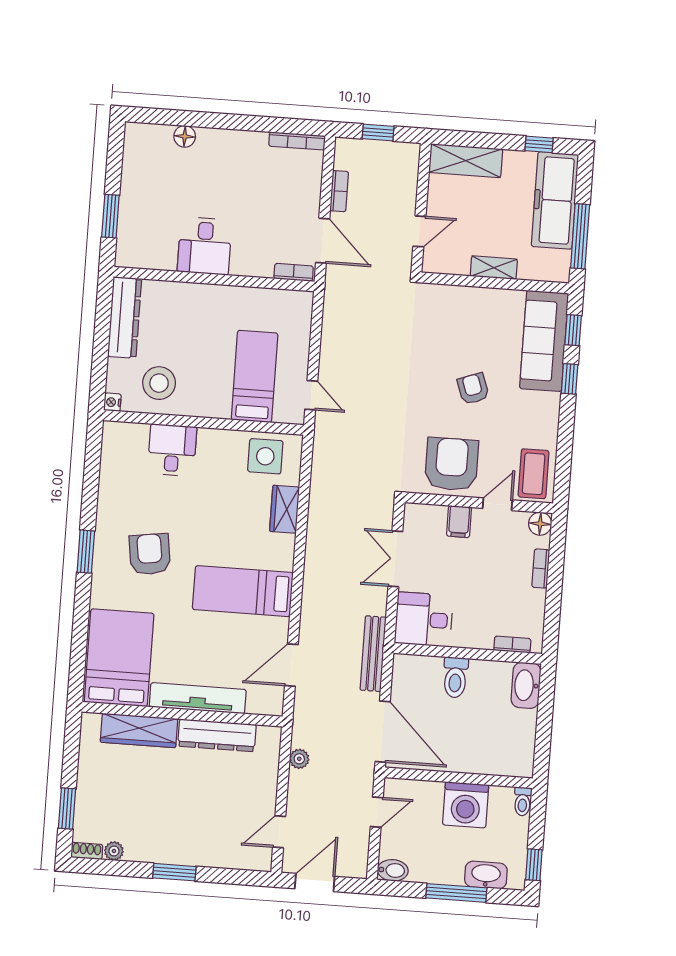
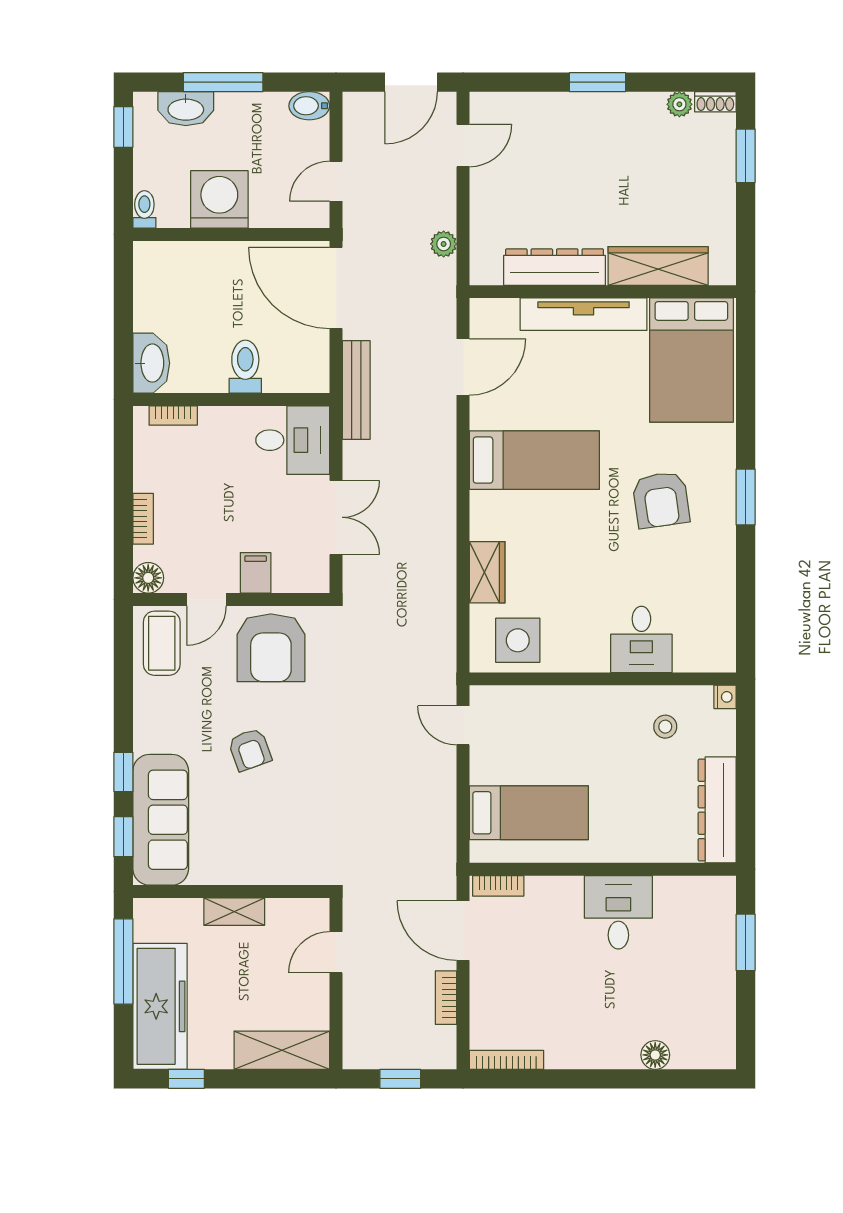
bed: (255, 376) -> (529, 813), moved, turned -90
stool: (159, 383) -> (665, 727), width x0.53, depth x0.53

